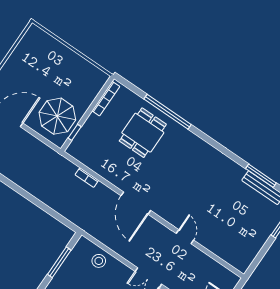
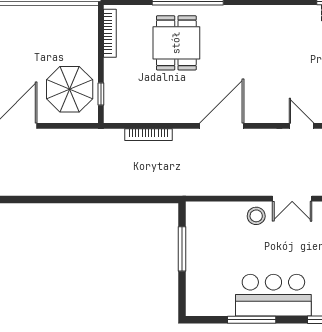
bookcase: (87, 178) -> (148, 135), width x1.56
door: (136, 203) -> (222, 126), swing flipped
stool: (99, 261) -> (256, 216), moved

